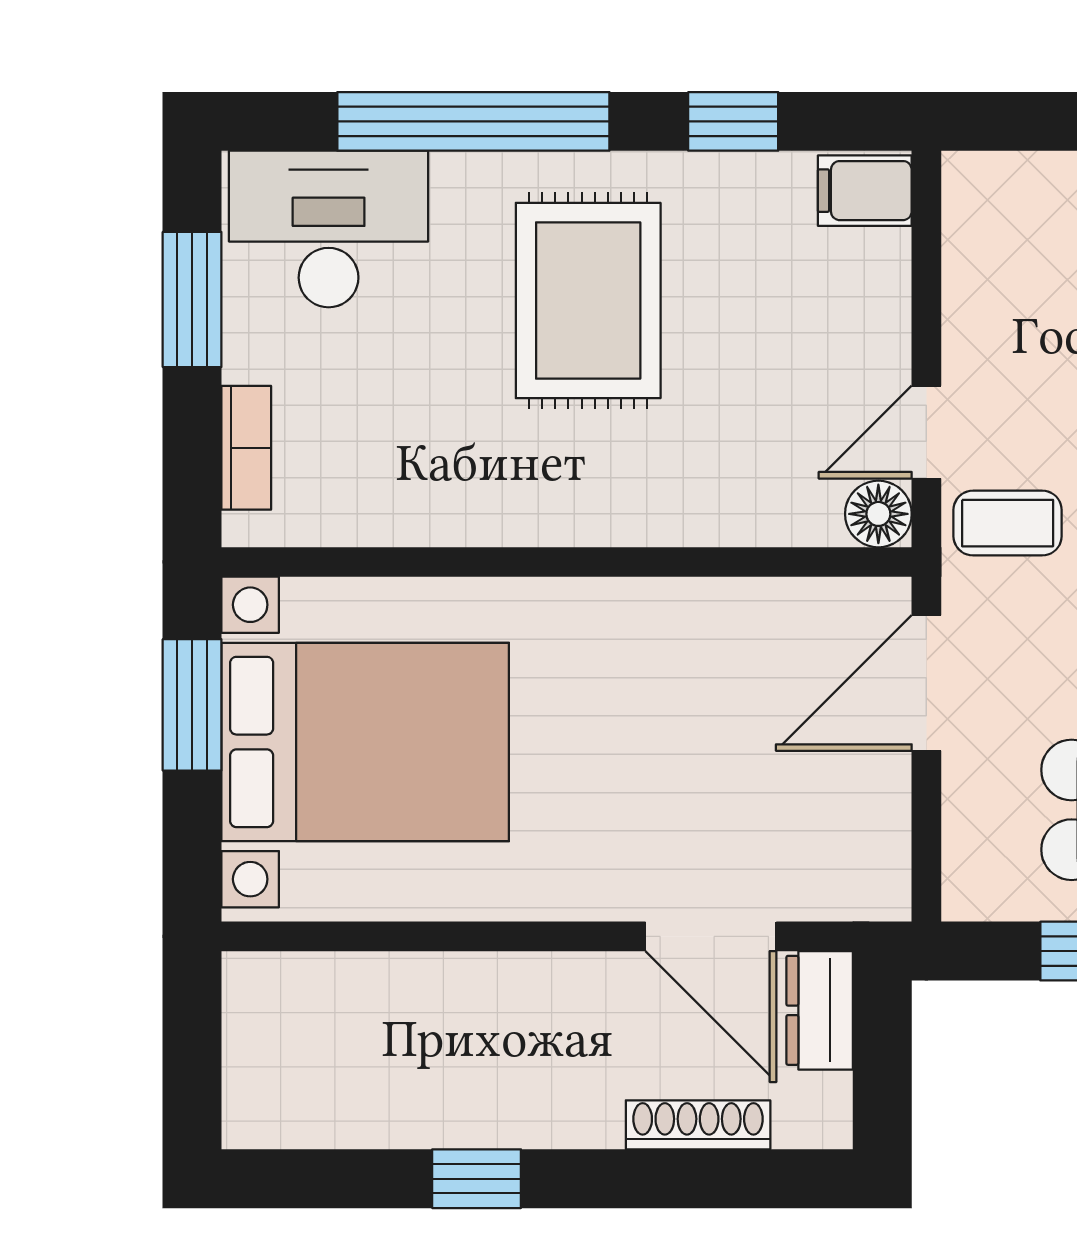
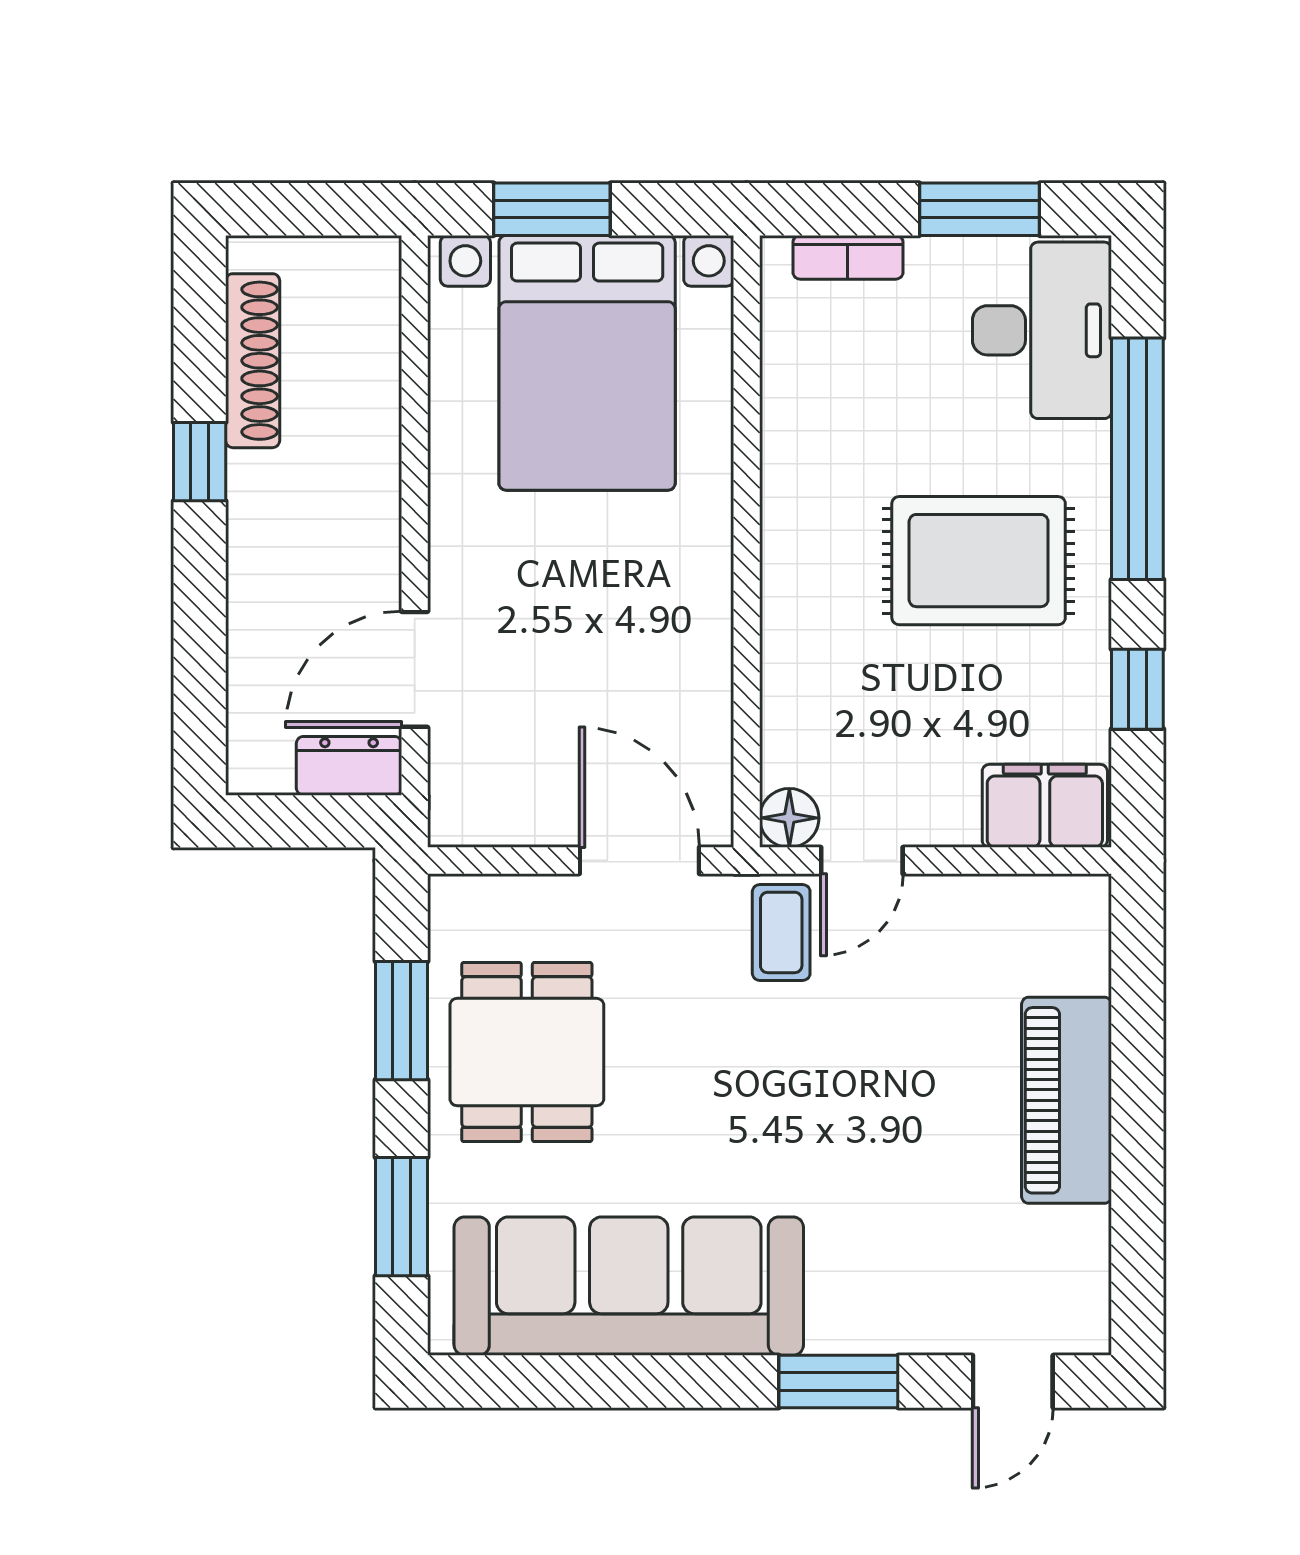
filing cabinet: (865, 191) -> (1045, 806), width x2.00
door: (926, 432) -> (862, 860), swing flipped
window: (192, 705) -> (552, 209), moved
shoe rack: (698, 1125) -> (253, 361), moved, width x1.36, depth x1.24

